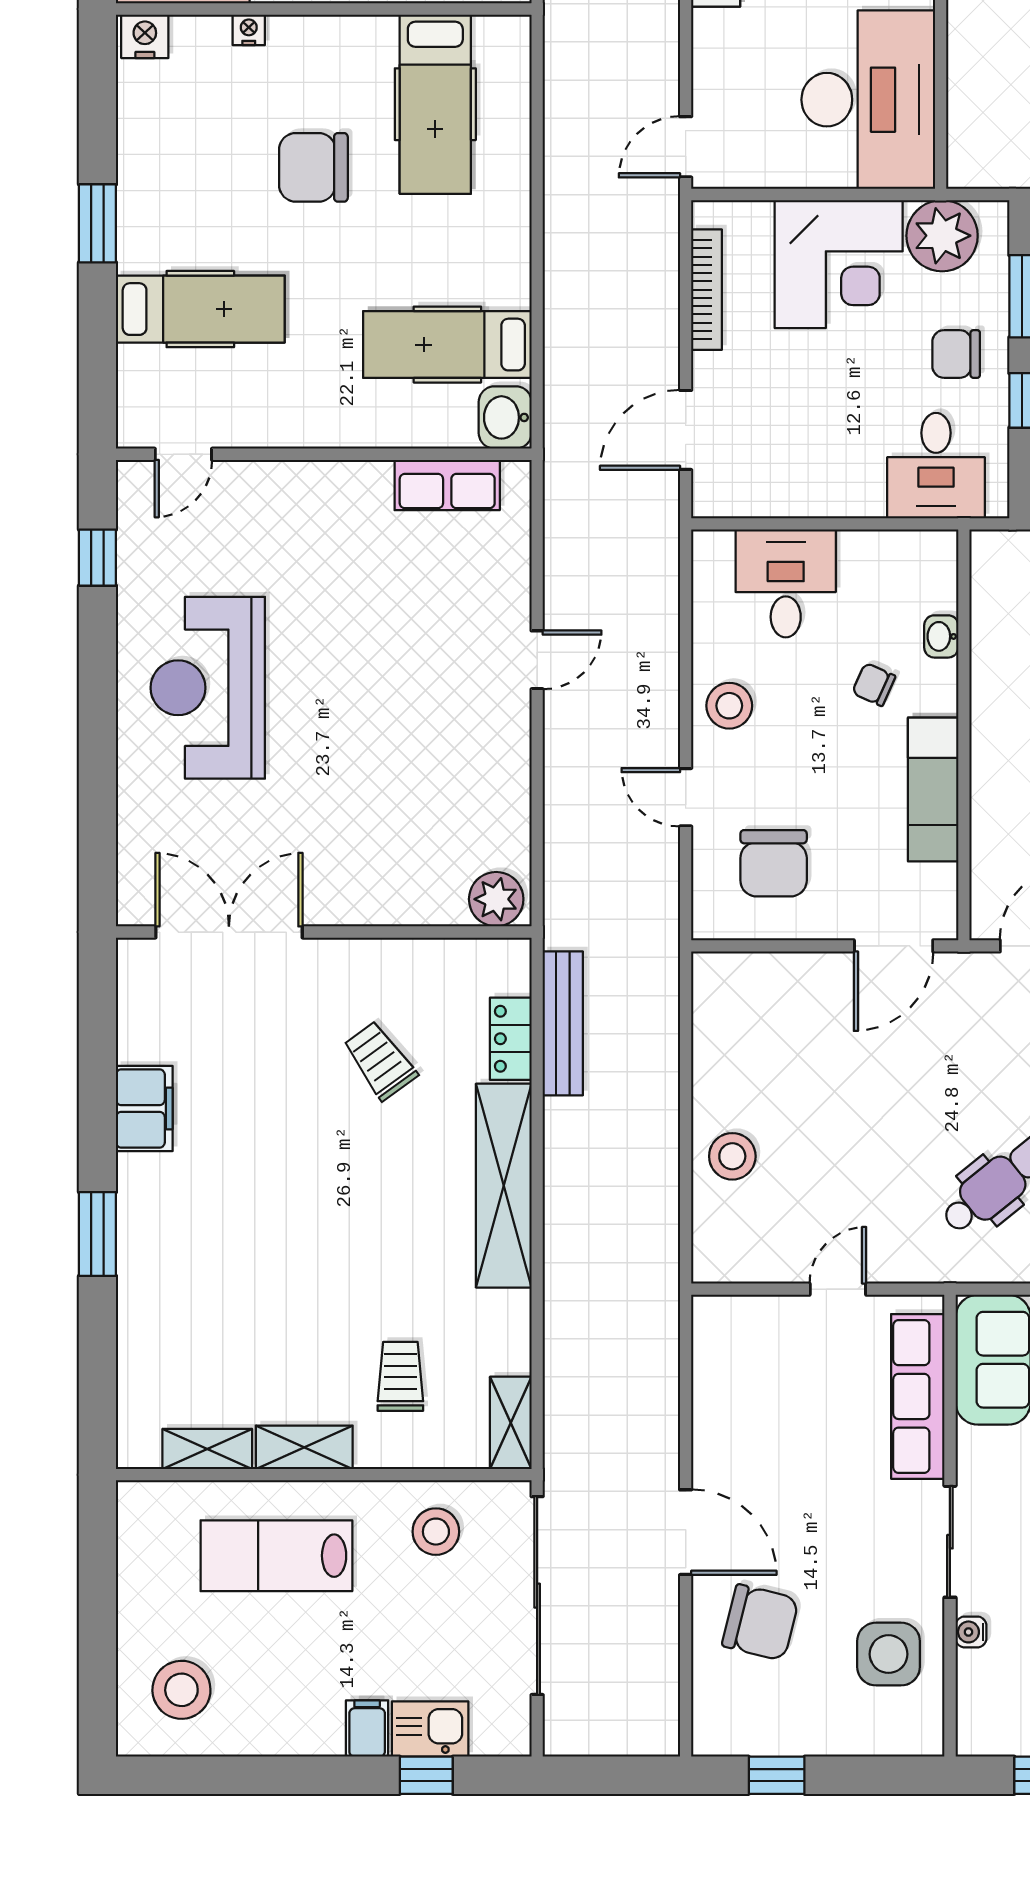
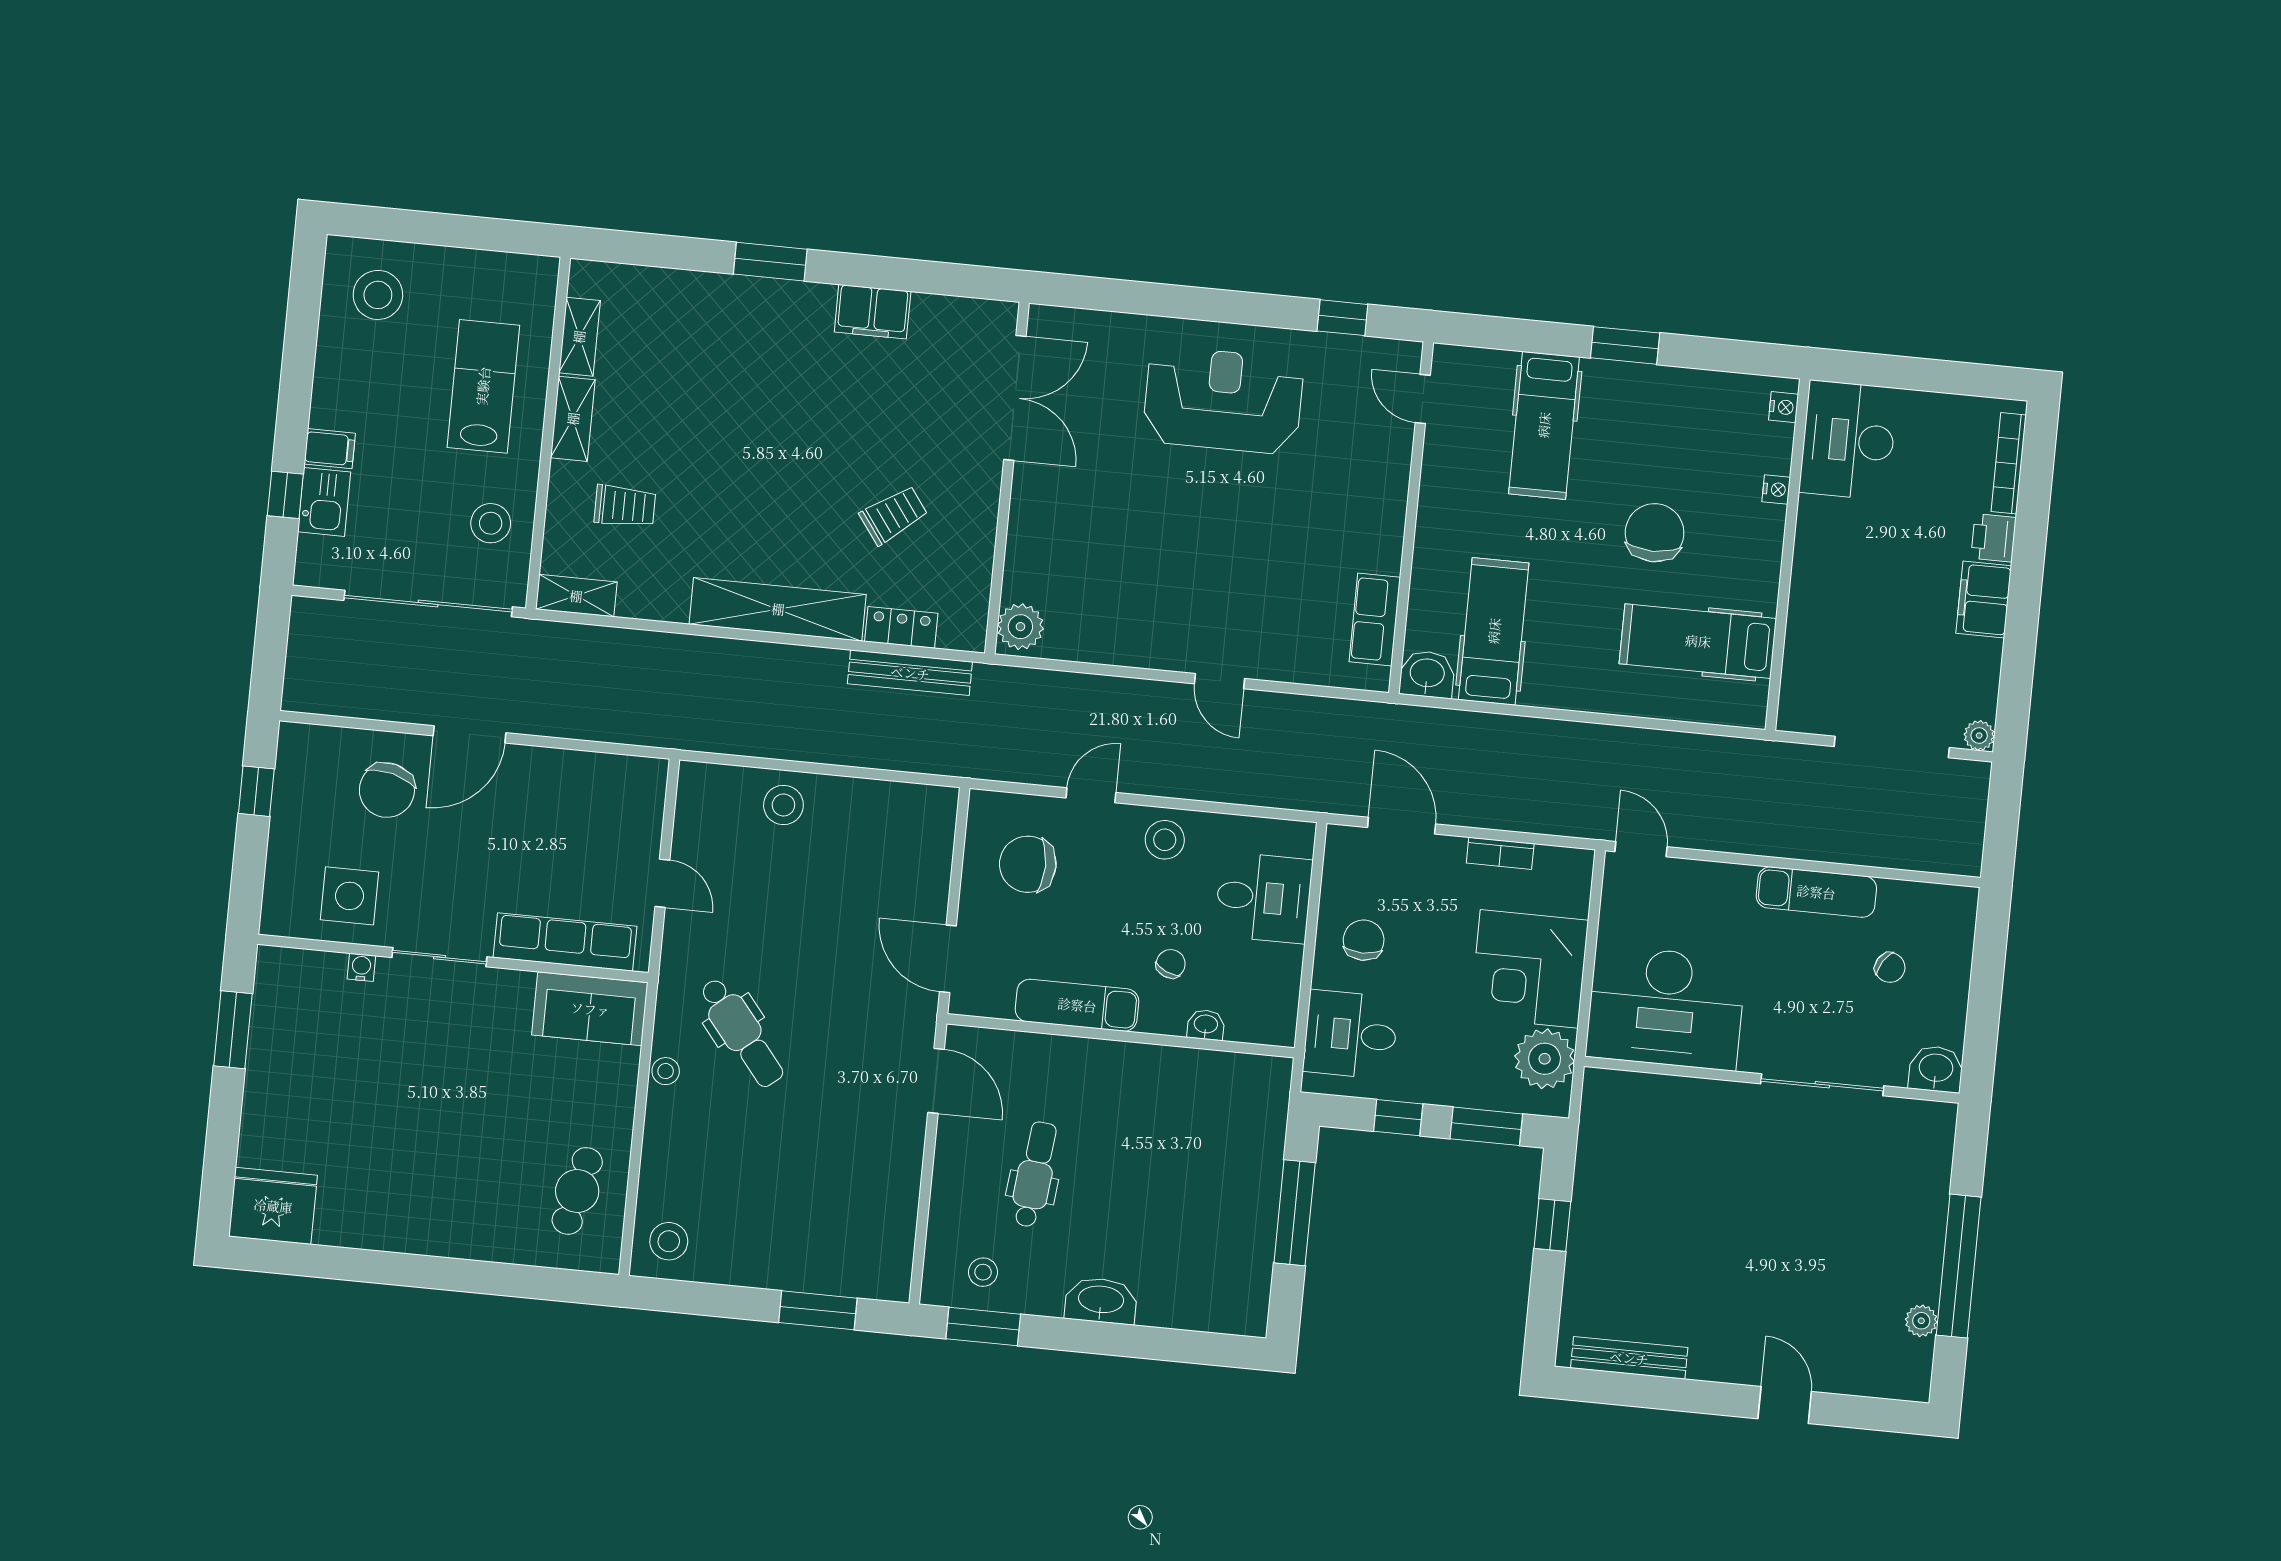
nightstand: (145, 36) -> (1784, 407), width x0.72, depth x0.74
bookcase: (707, 290) -> (1500, 853), width x0.64
chair: (956, 354) -> (1364, 940), moved

